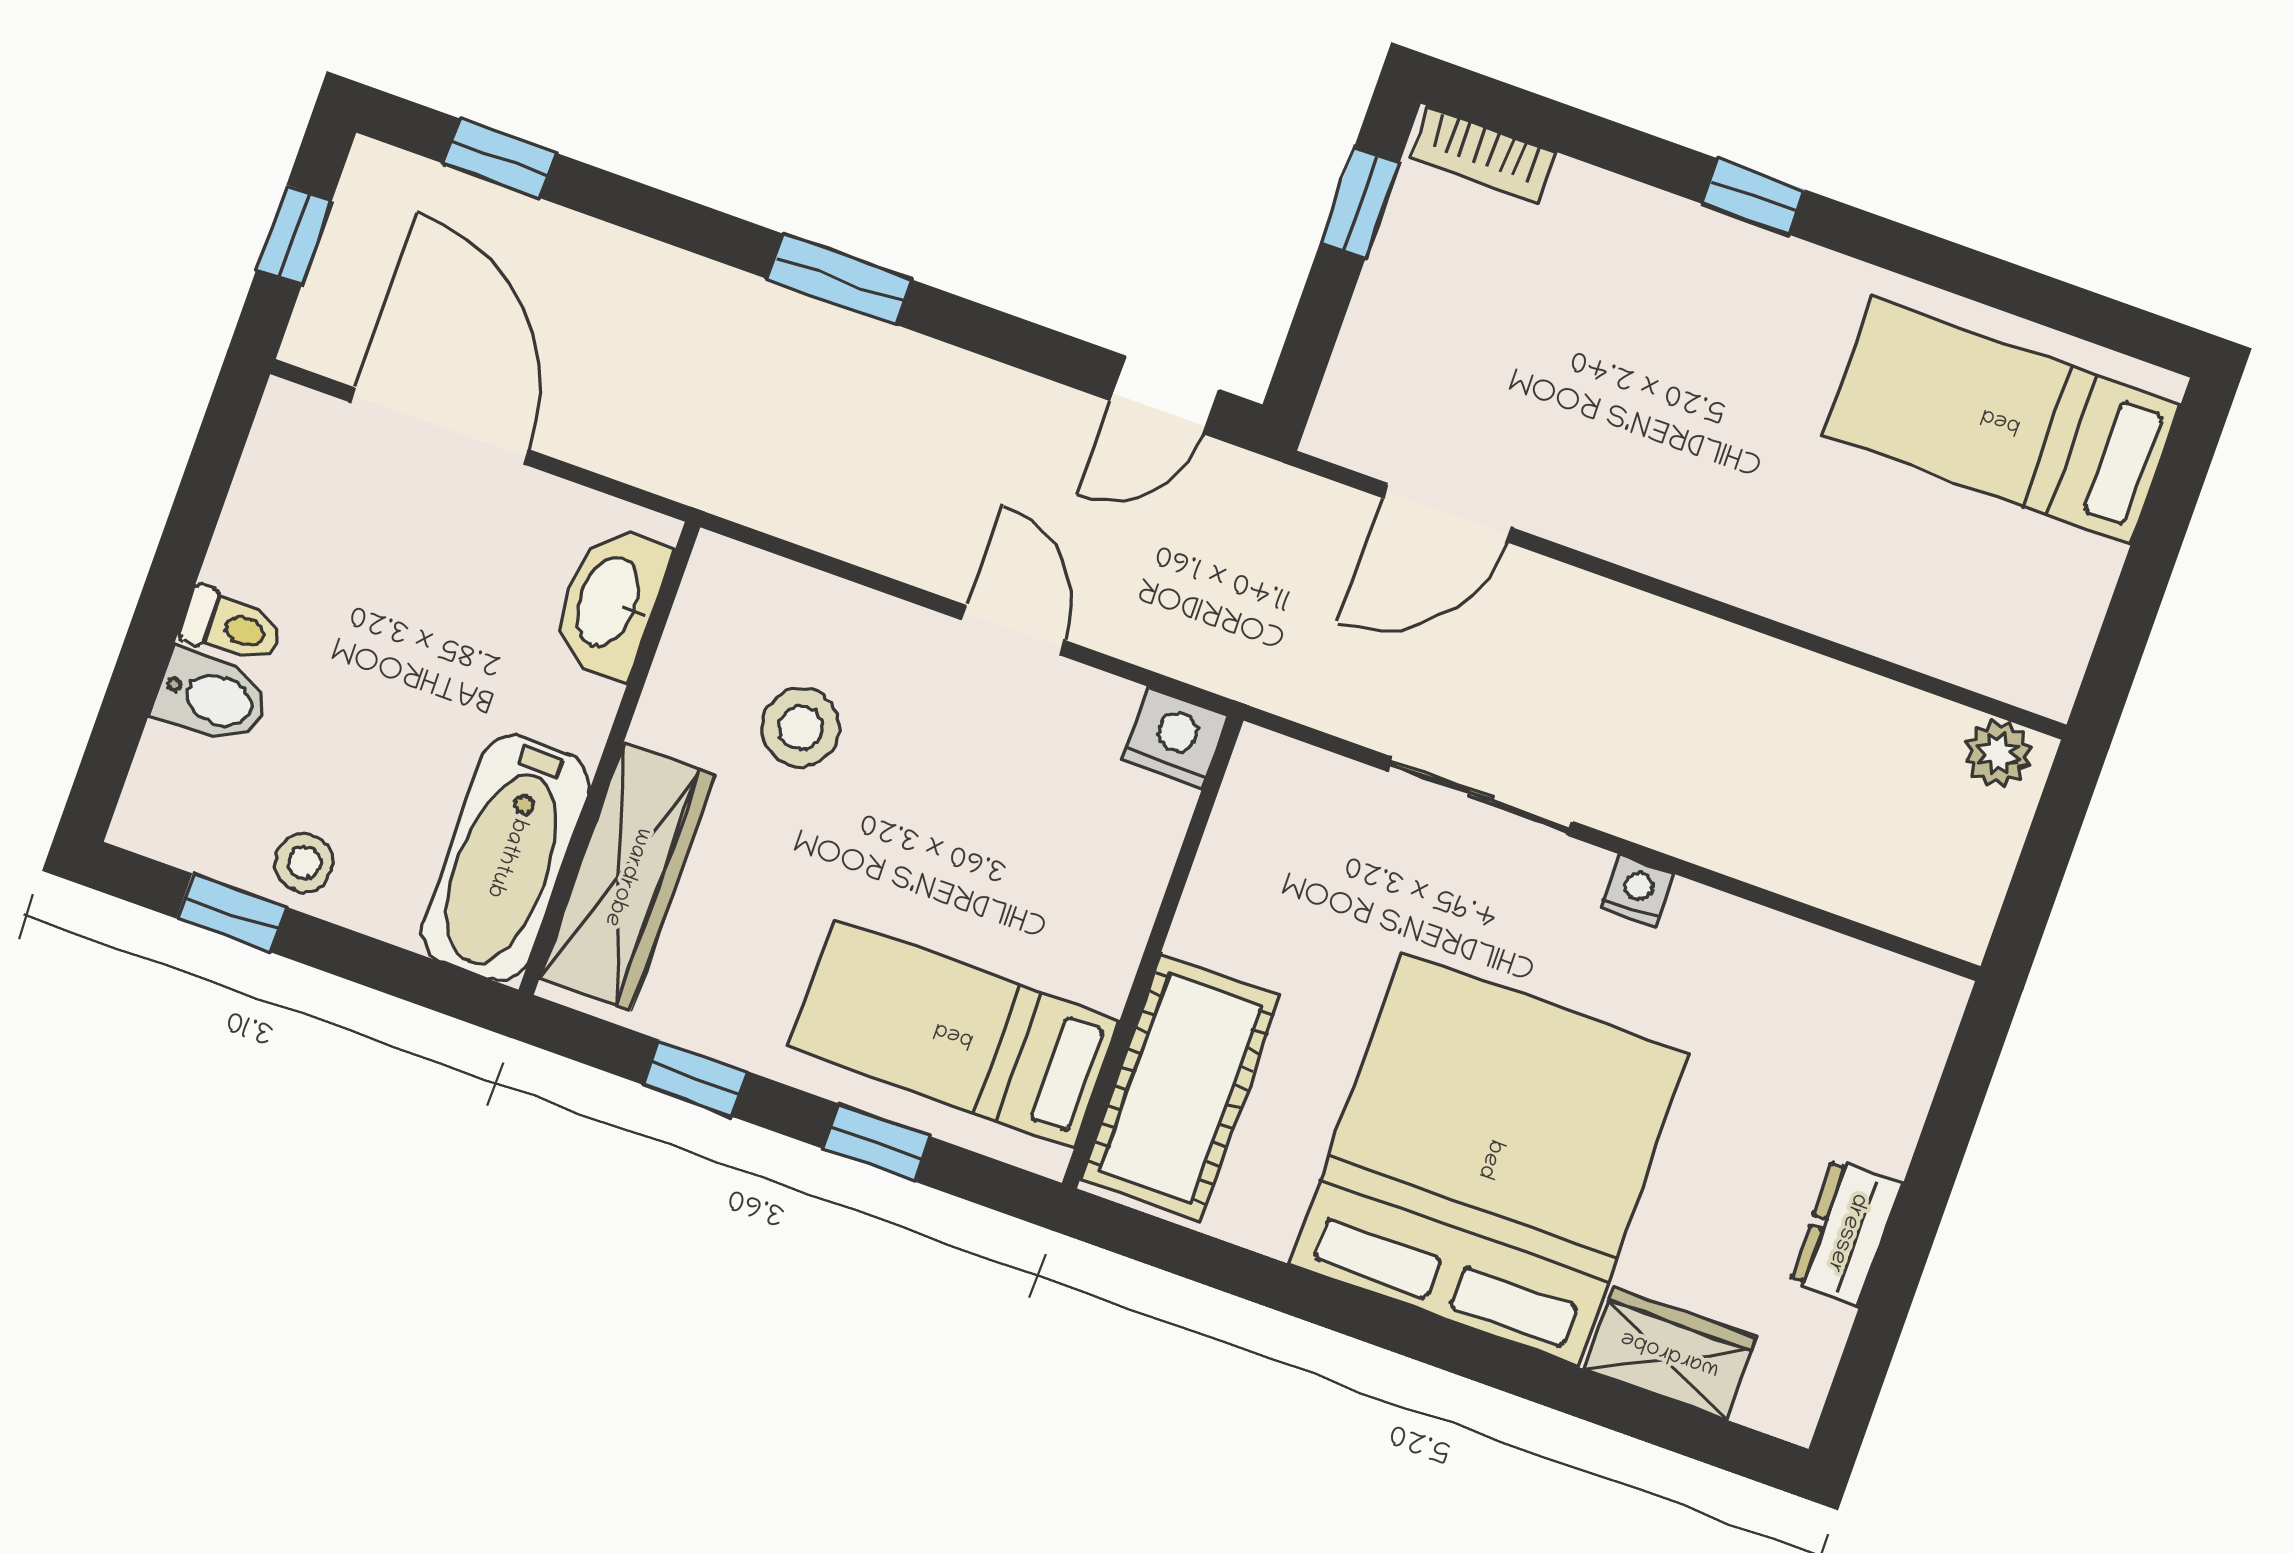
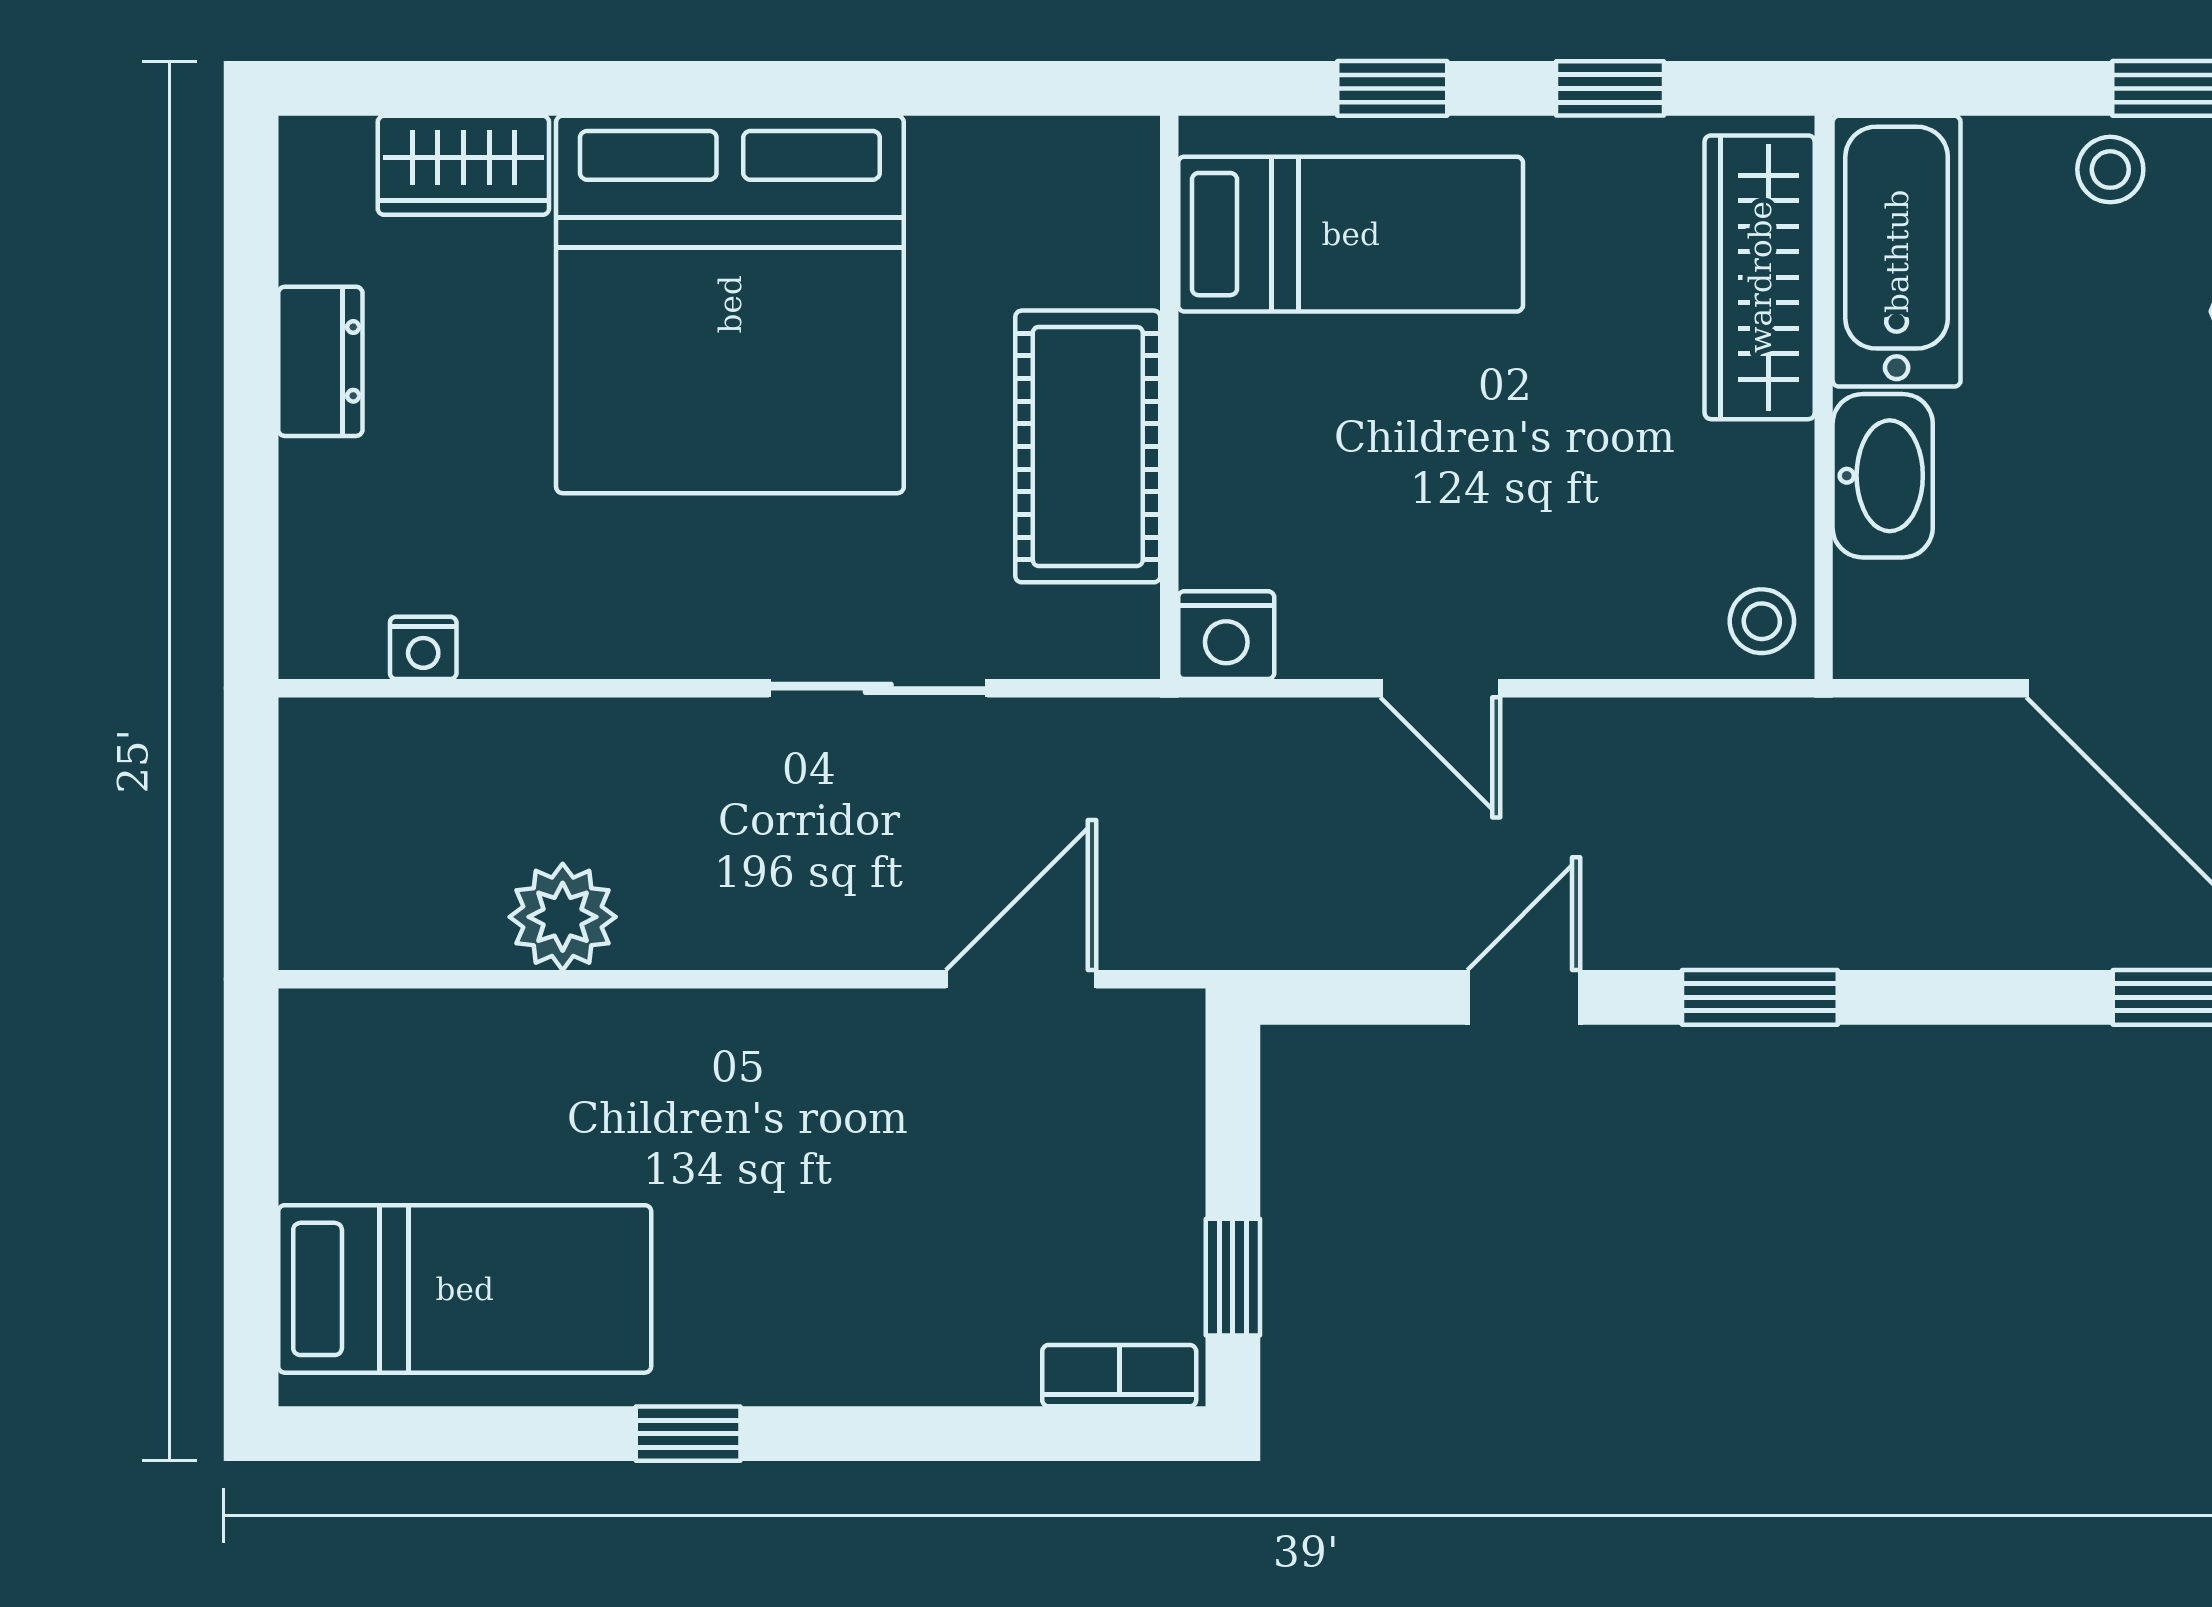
window: (1754, 197) -> (688, 1434), moved
door: (1165, 395) -> (1524, 997), moved
washbasin: (610, 602) -> (1883, 476), moved
stool: (801, 727) -> (1762, 621), moved, width x0.73, depth x0.73
plant: (1998, 754) -> (563, 917), moved, width x1.38, depth x1.38
nightstand: (1637, 890) -> (423, 648), moved
cot: (1180, 1088) -> (1088, 446), moved

